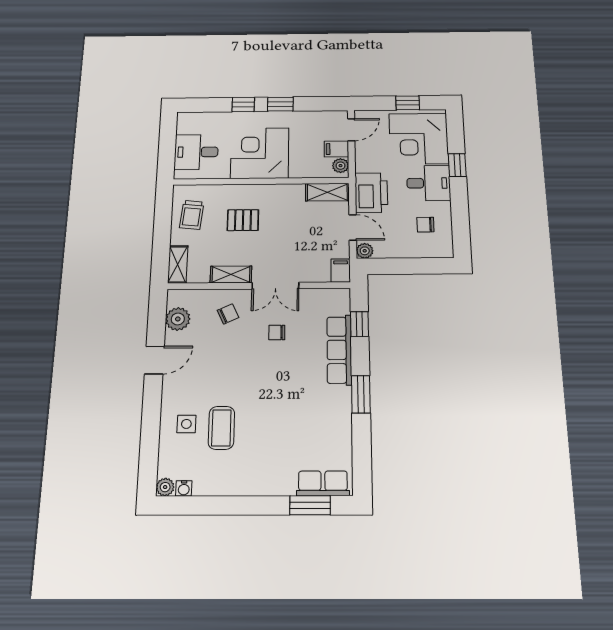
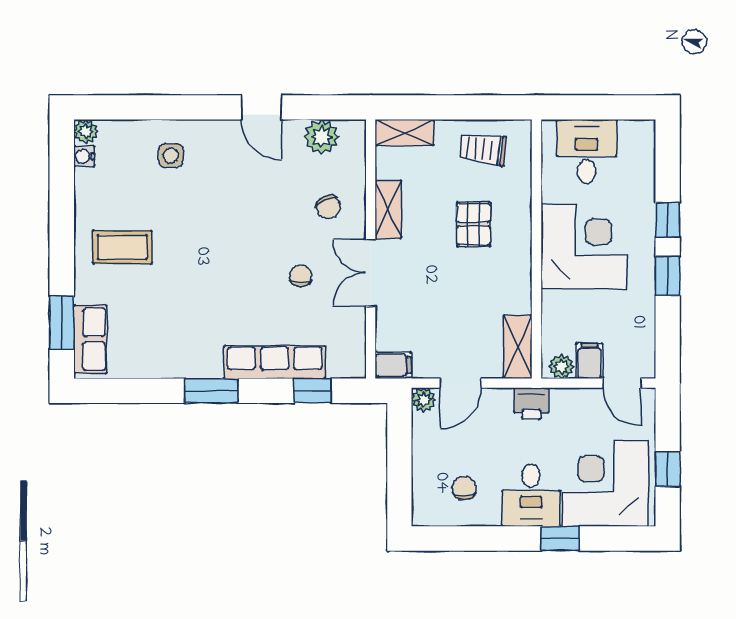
printer: (371, 193) -> (531, 403), width x0.53, depth x0.68
coffee table: (221, 428) -> (122, 247), moved

